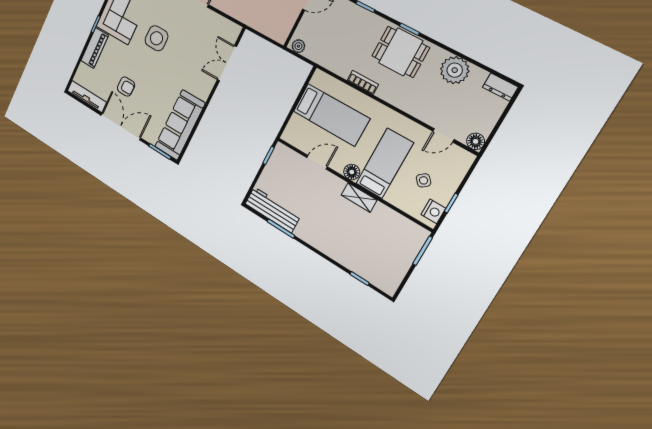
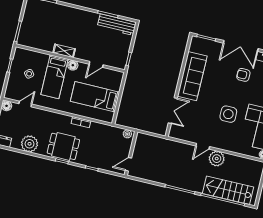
sofa: (180, 125) -> (192, 76), moved
nightstand: (433, 211) -> (18, 57), removed

